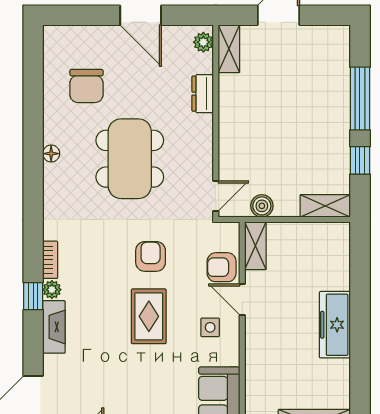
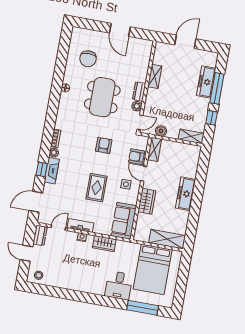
plant: (203, 42) -> (137, 106), moved
shelving: (229, 49) -> (155, 76), moved
freezer: (336, 89) -> (206, 82), added
dresser: (203, 94) -> (139, 91), moved
window: (33, 296) -> (42, 169), moved
rug: (149, 316) -> (96, 188), moved
wardrobe: (259, 354) -> (147, 201), added

